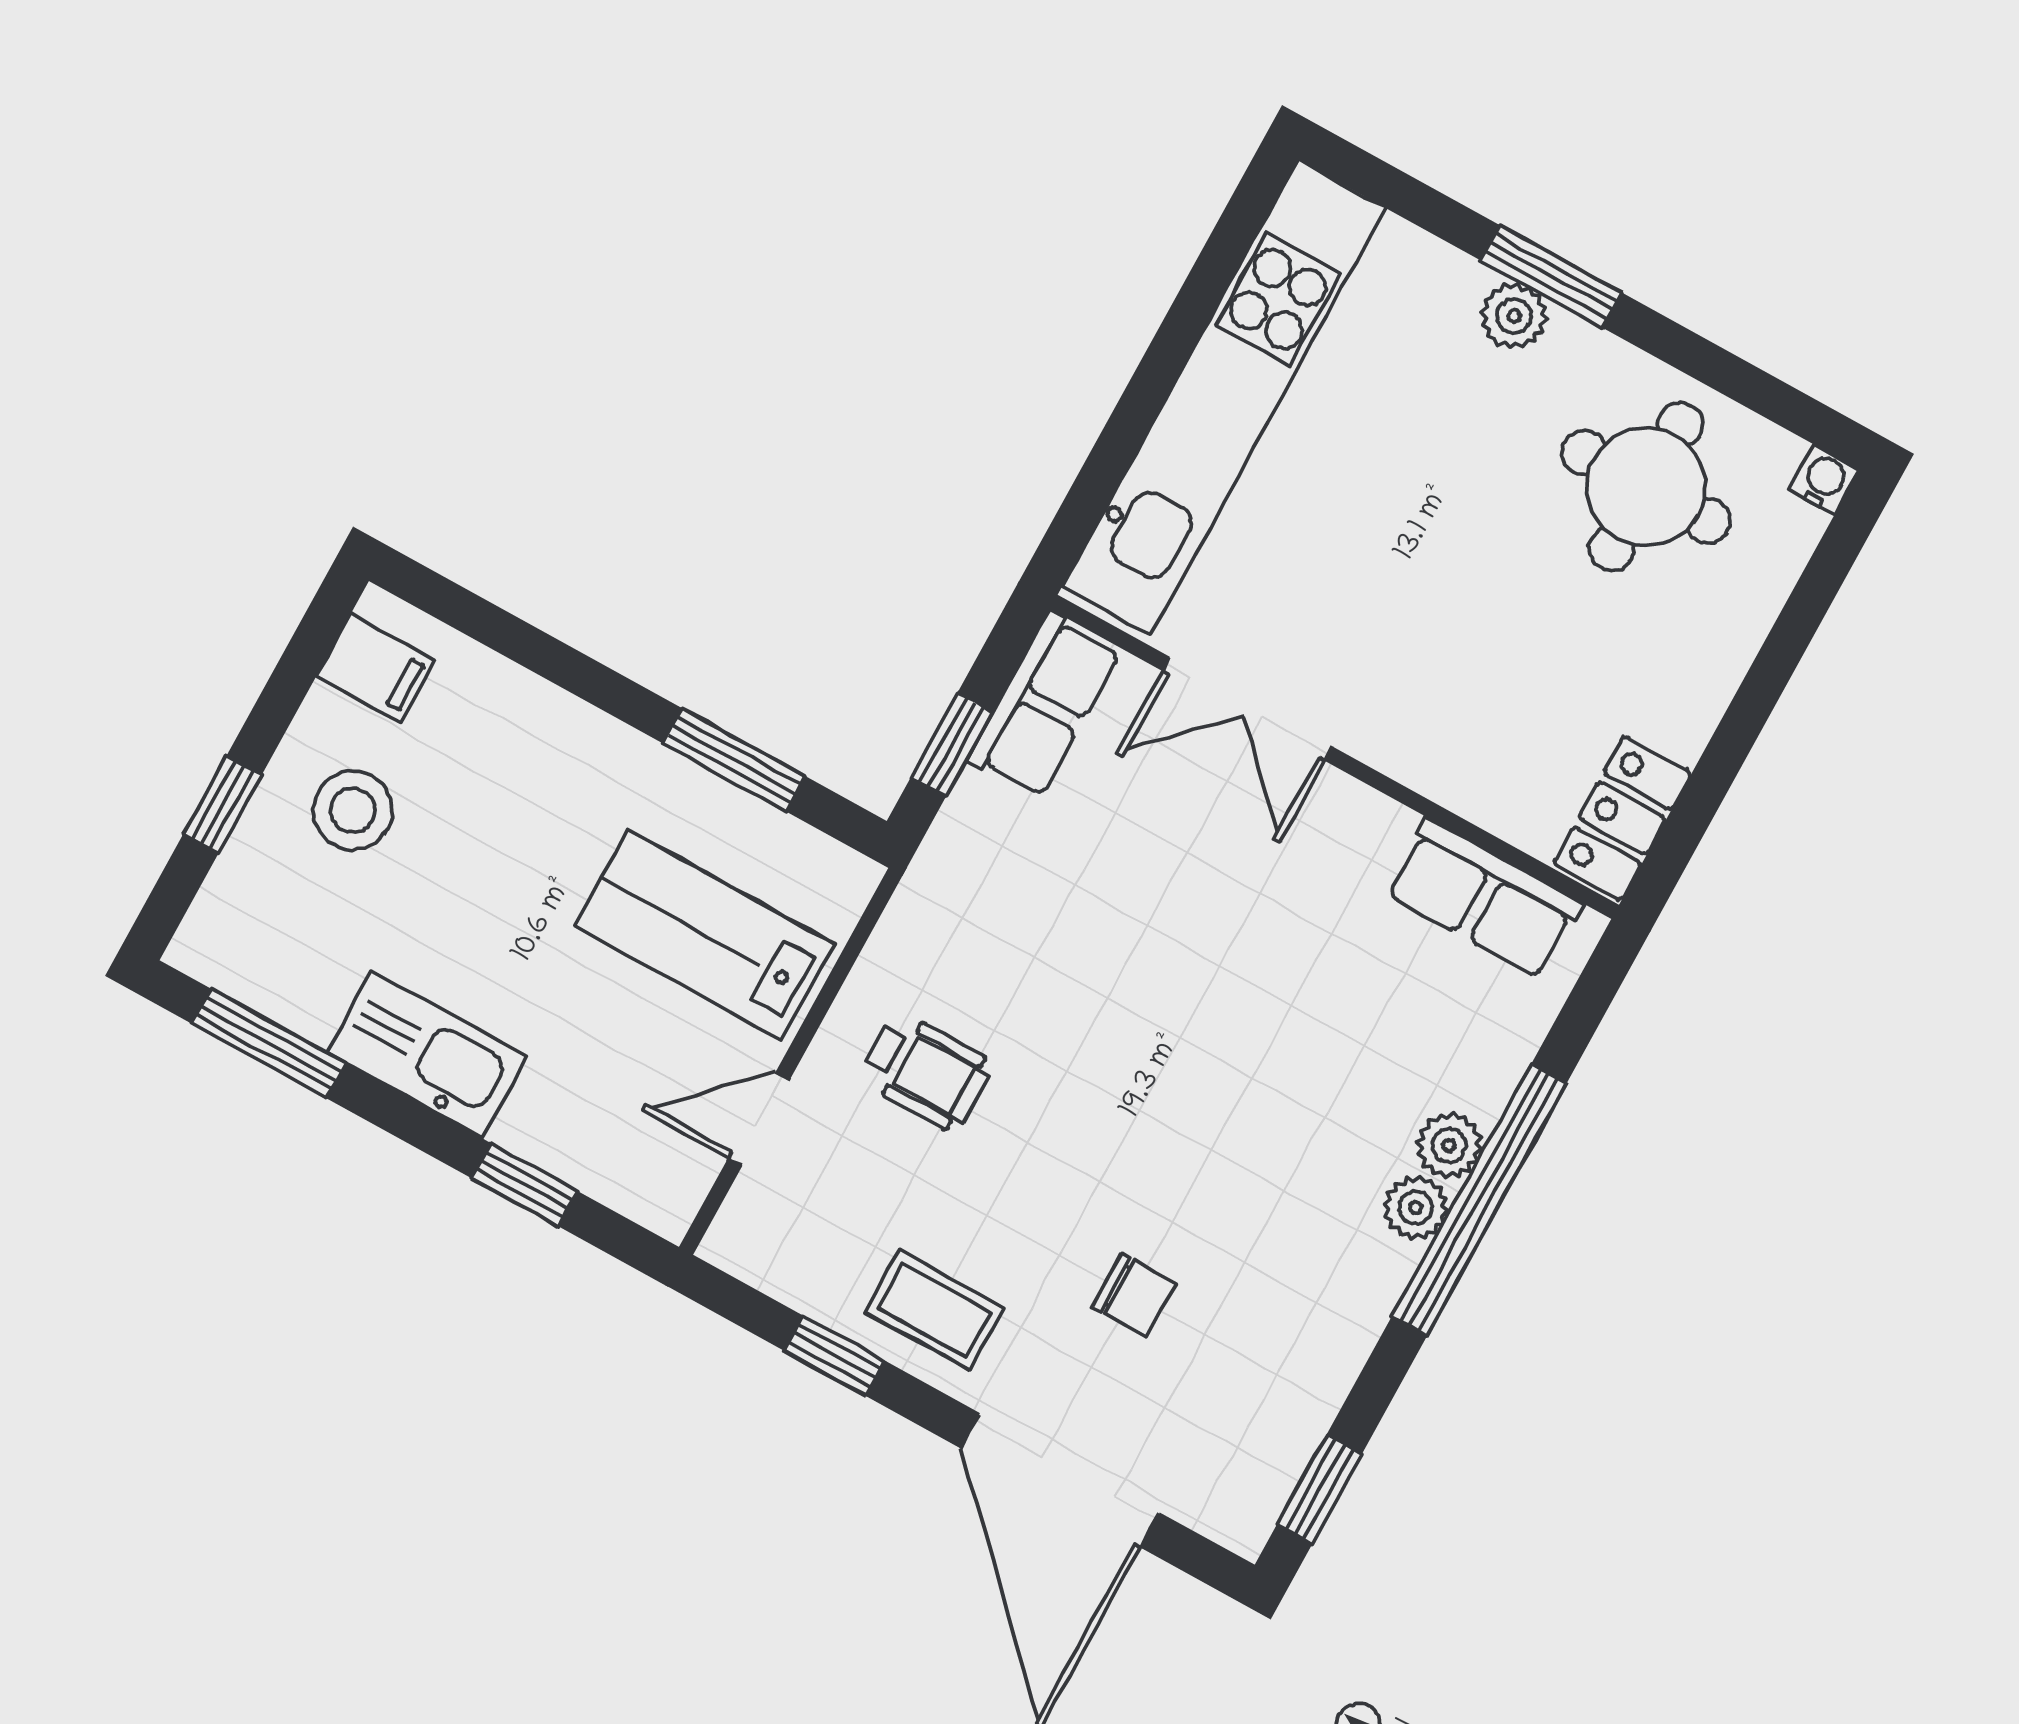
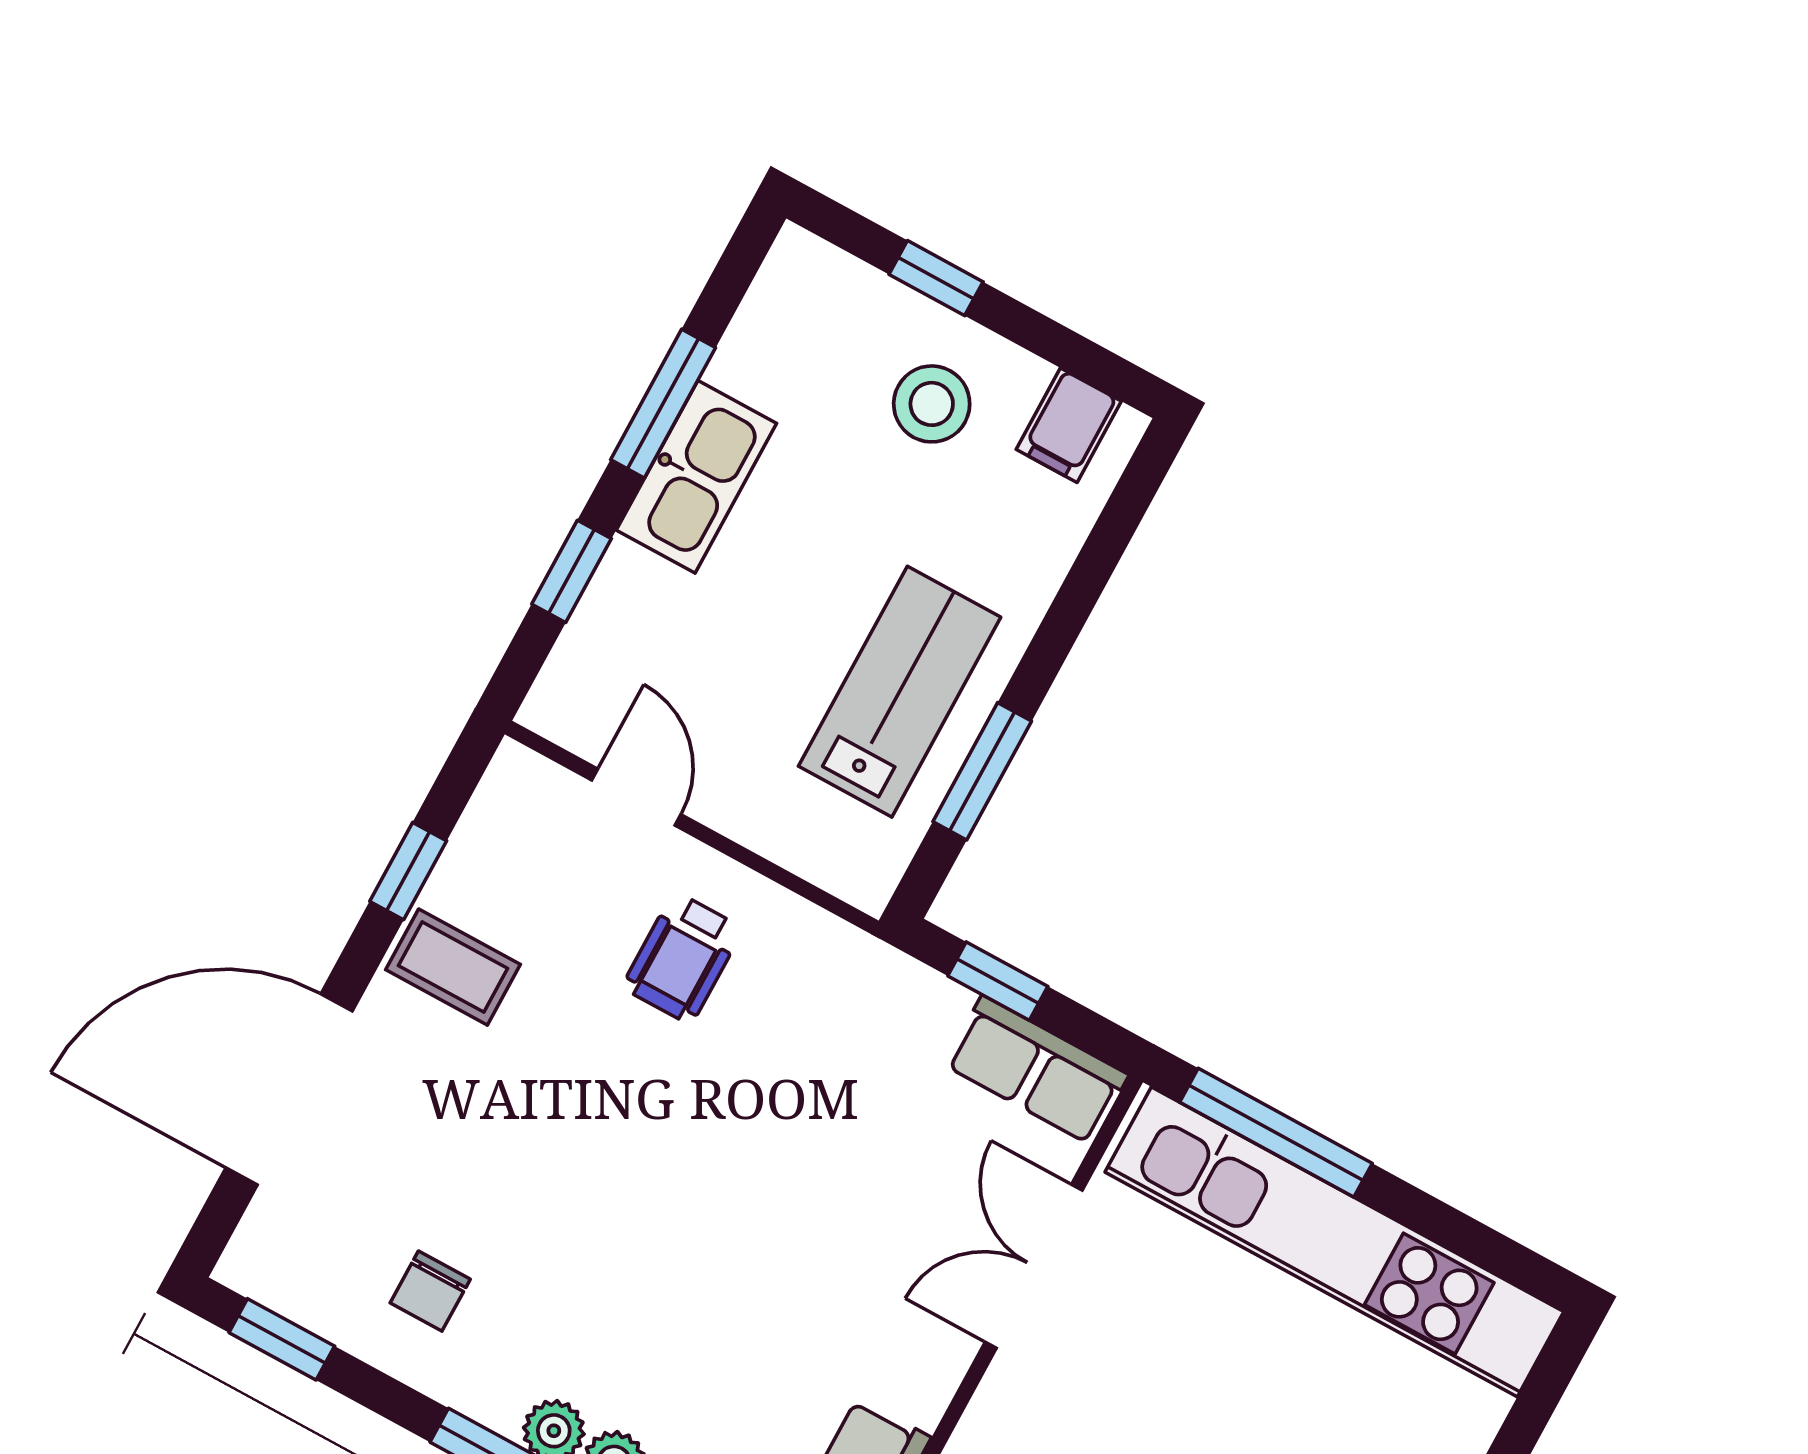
window: (1111, 457) -> (1276, 1133), added
lab bench: (705, 935) -> (900, 692), moved
window: (269, 1043) -> (663, 404), moved
chair: (1134, 1295) -> (430, 1291), moved
coffee table: (934, 1310) -> (453, 967), turned 90

